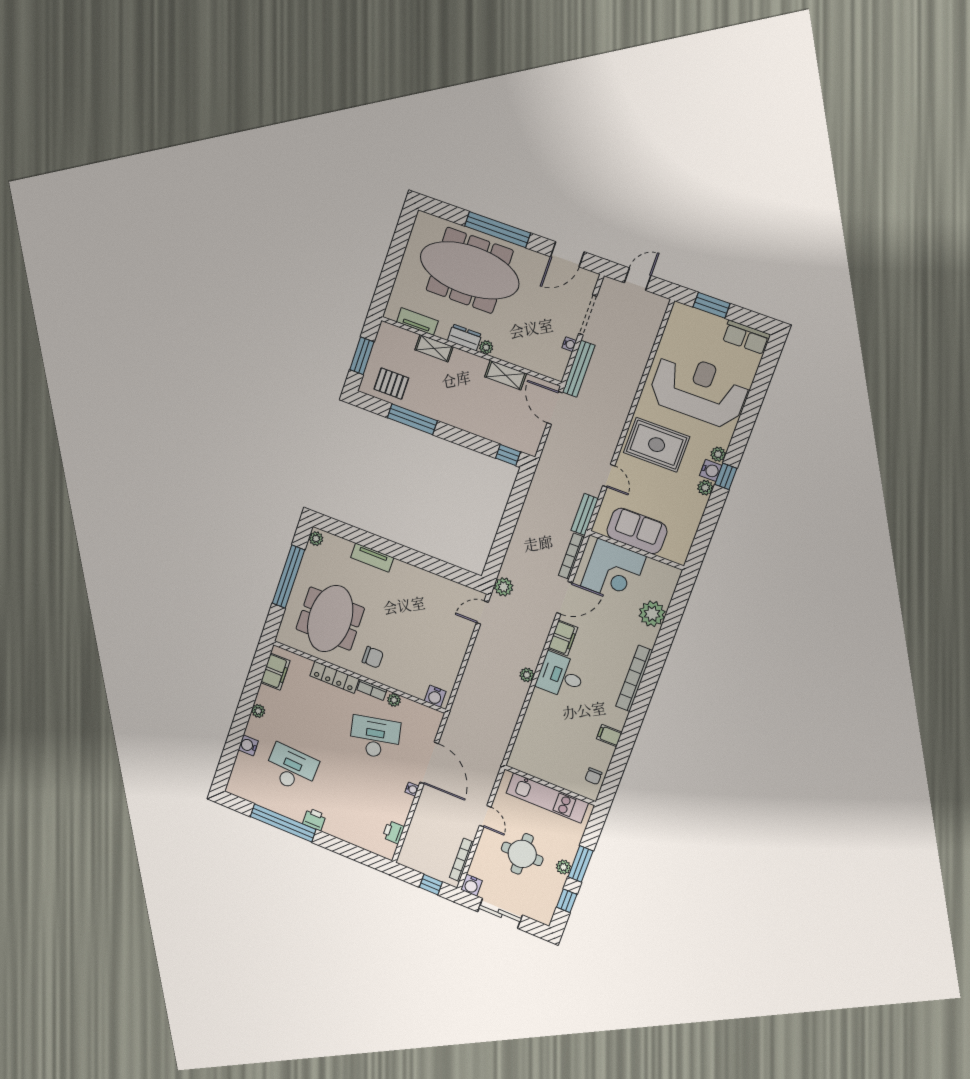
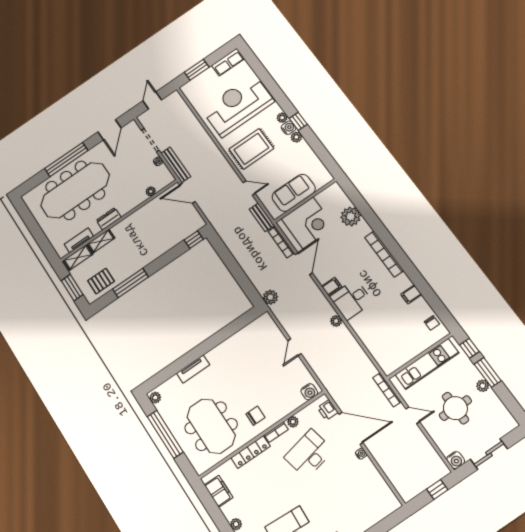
plant: (486, 347) -> (151, 191), moved
shelving: (506, 375) -> (78, 257), moved
door: (482, 612) -> (295, 347), moved
filing cabinet: (563, 638) -> (332, 286), width x0.50
printer: (393, 832) -> (328, 410), moved
bookcase: (462, 860) -> (387, 390), moved
window: (567, 901) -> (469, 348), moved

